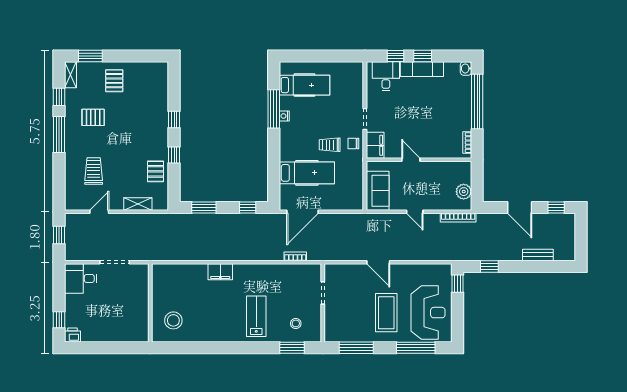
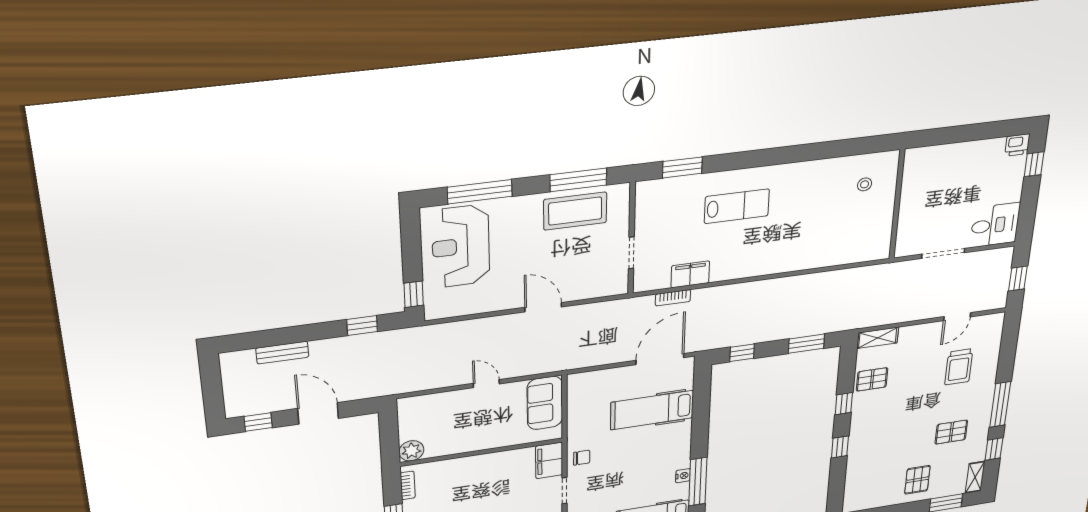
trolley: (330, 145) -> (617, 451), removed
door: (411, 160) -> (494, 450), removed
pallet: (156, 171) -> (872, 379), turned 90
plant: (464, 192) -> (411, 451), moved
shelving: (138, 204) -> (878, 338), moved
bookcase: (458, 218) -> (417, 386), removed
filing cabinet: (220, 272) -> (690, 274), moved
coffee table: (386, 313) -> (575, 211), moved, turned 90
lab bench: (256, 316) -> (737, 206), turned -90
stool: (173, 320) -> (865, 184), width x0.53, depth x0.53
stool: (296, 323) -> (675, 204), removed

